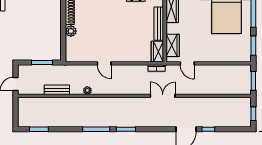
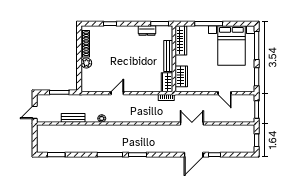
door: (104, 63) -> (117, 93), swing flipped
door: (187, 63) -> (225, 93), moved
double door: (163, 96) -> (192, 123), moved

